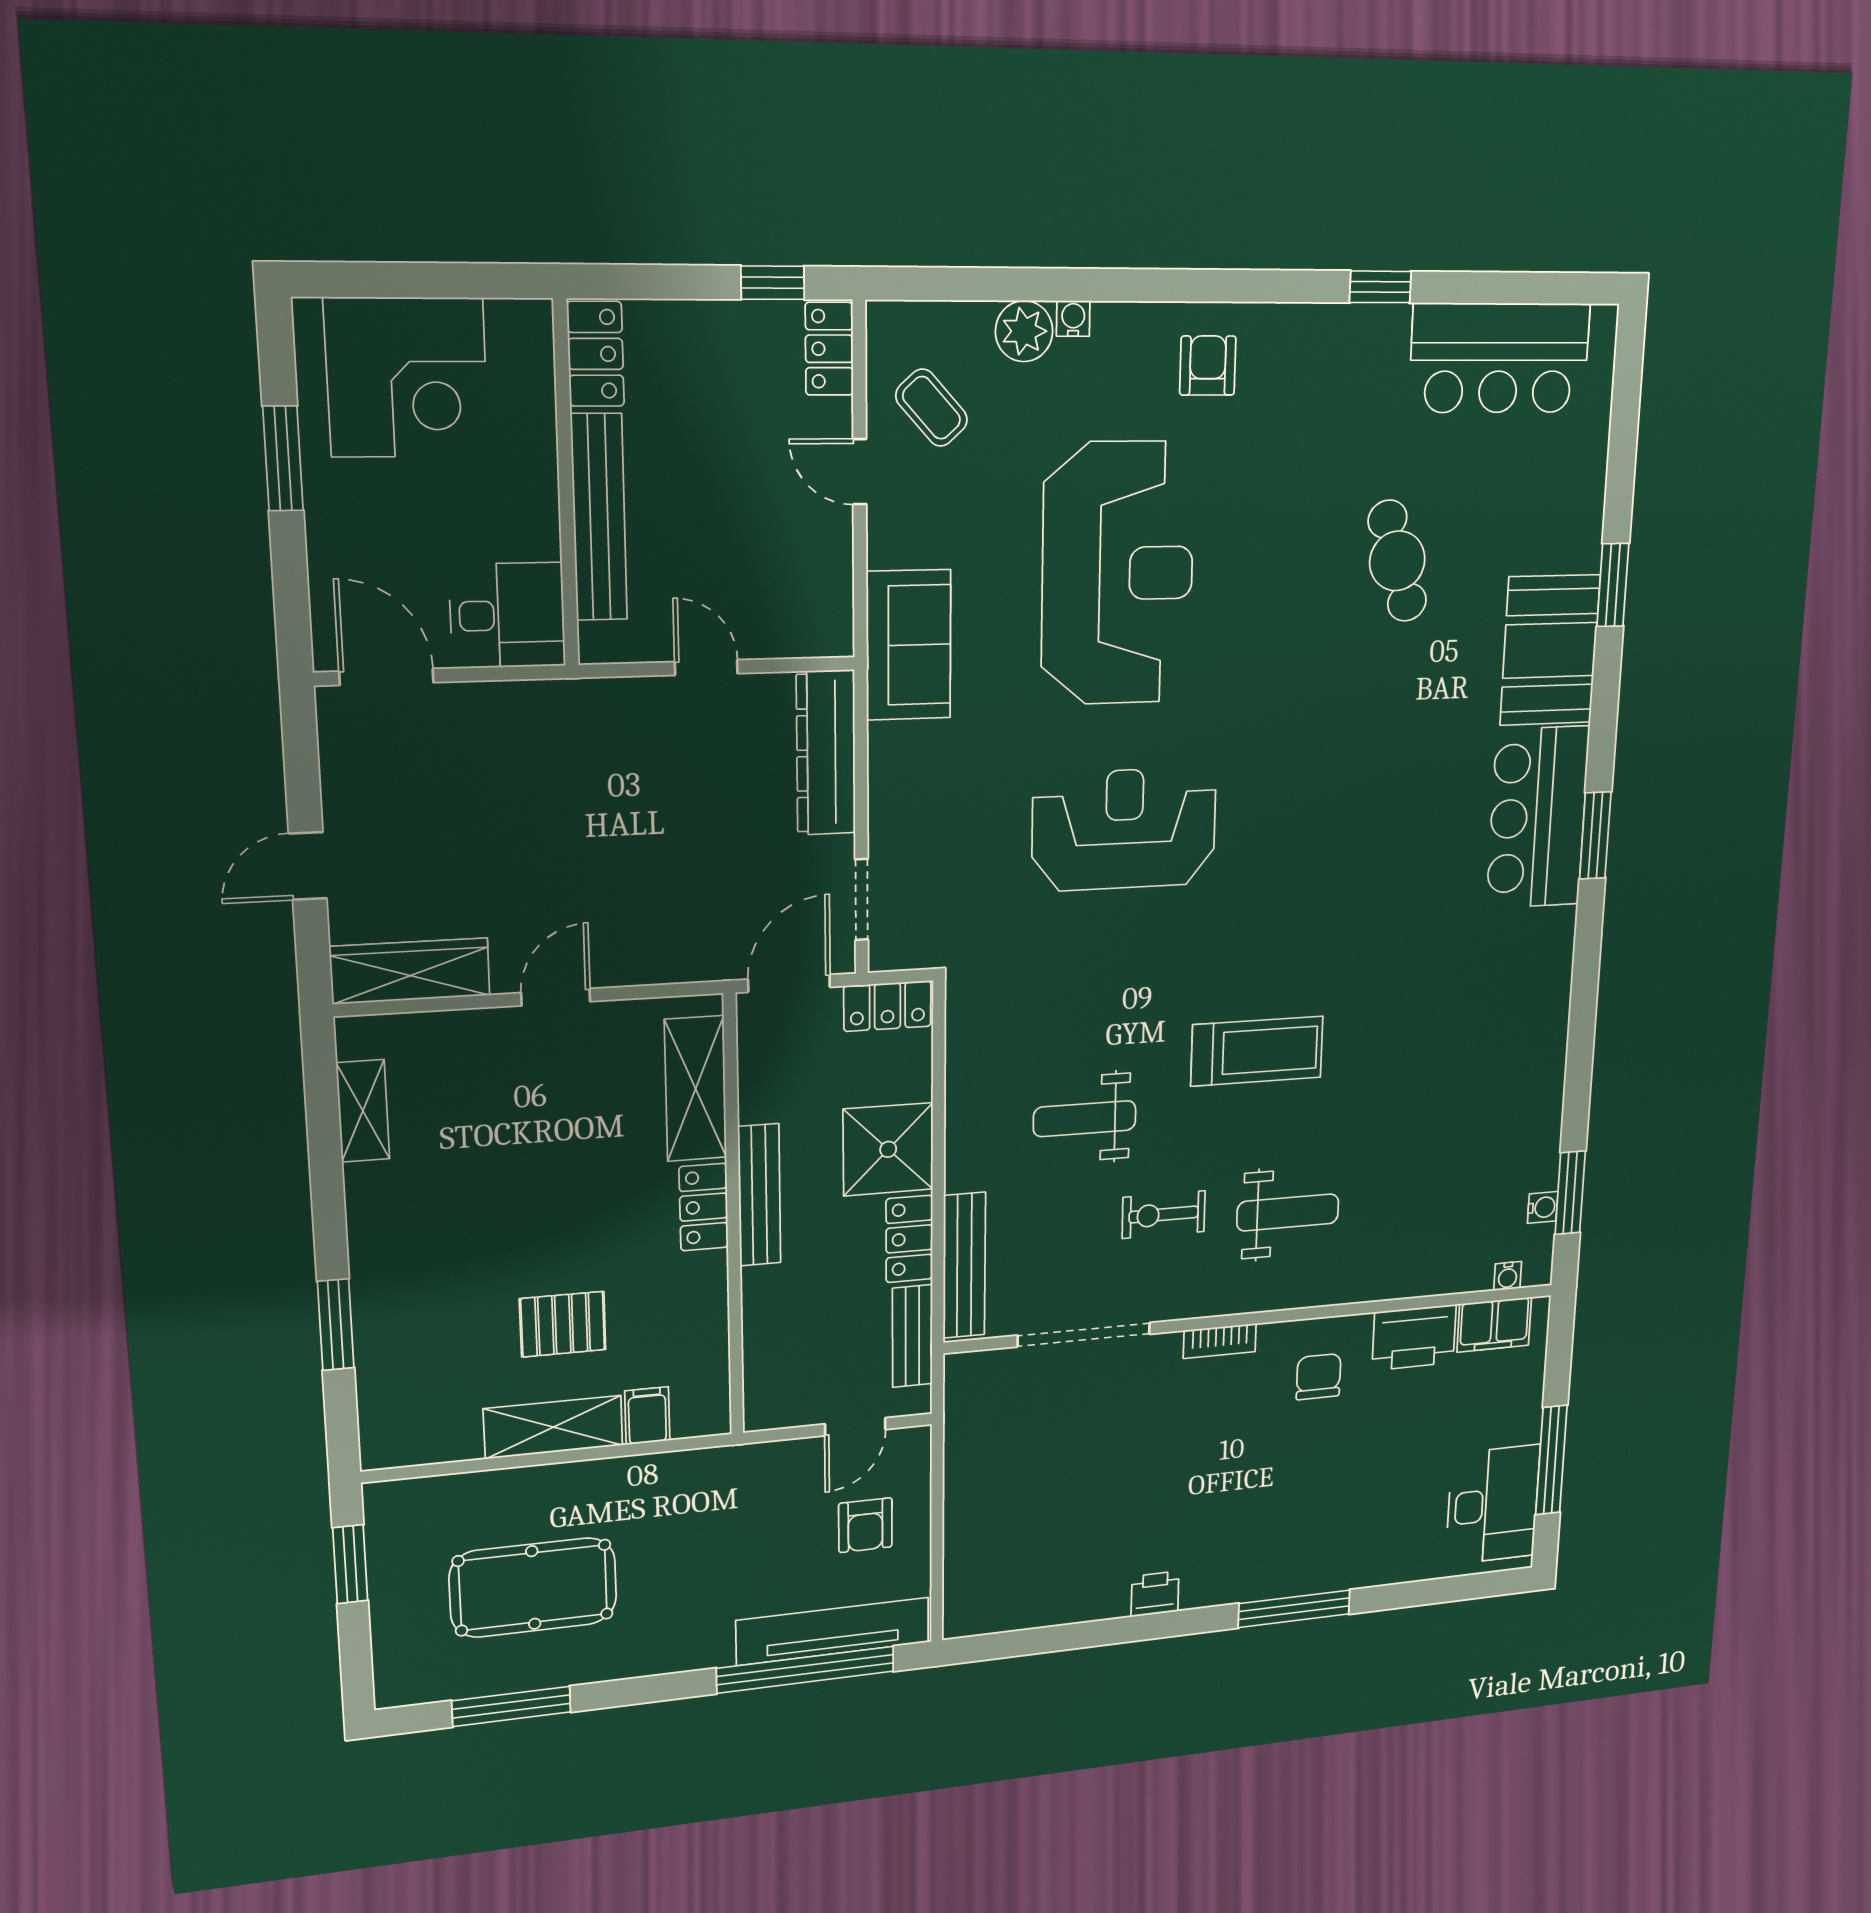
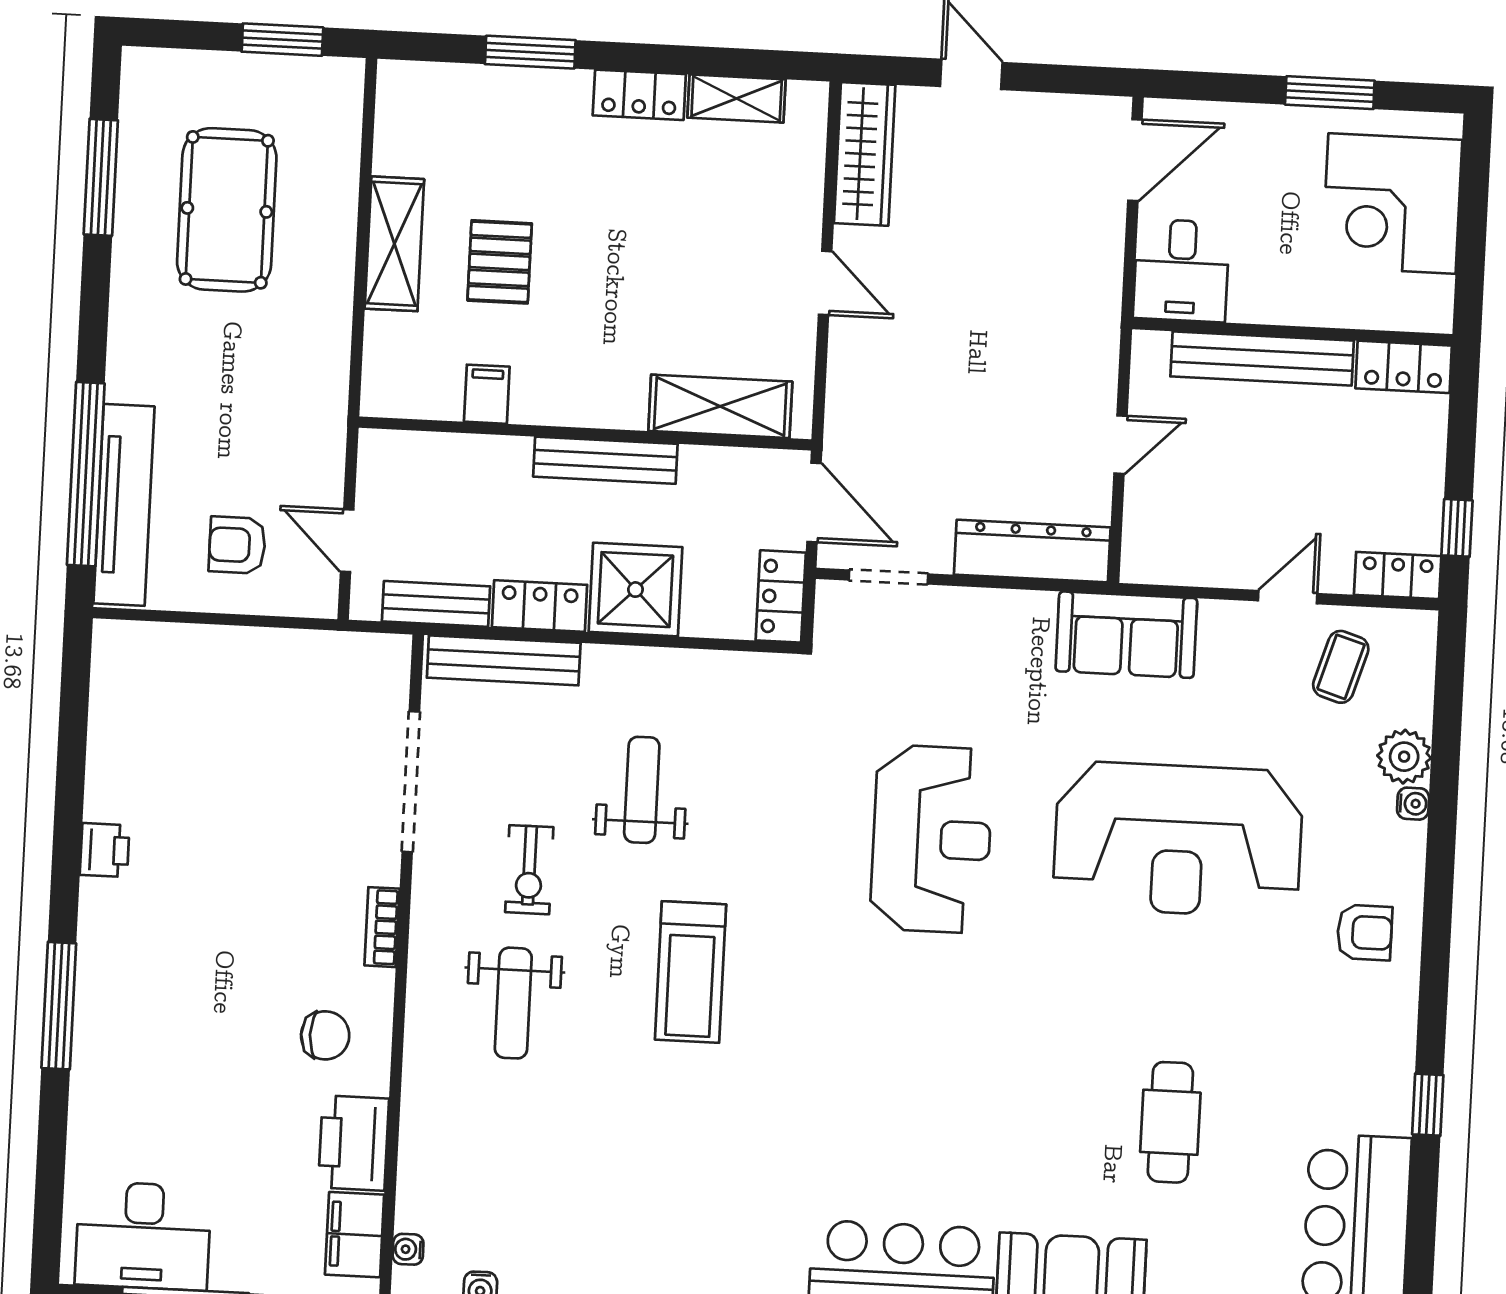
coffee table: (931, 408) -> (1341, 667), turned -31
cafe table: (1397, 561) -> (1170, 1122), turned -73
locker: (704, 1207) -> (639, 95), moved, turned 180
exercise bike: (1164, 1215) -> (529, 870), turned 180
filing cabinet: (647, 1416) -> (487, 394), moved, turned -90

